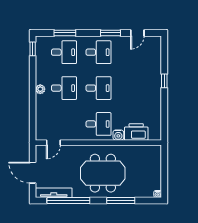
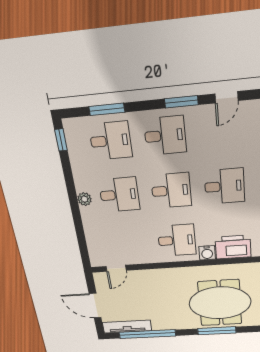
desk: (133, 88) -> (224, 186), added
meeting table: (103, 173) -> (220, 303), moved

